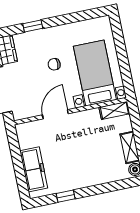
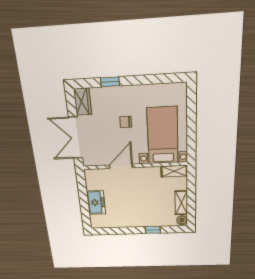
freezer: (34, 169) -> (96, 202), width x0.71
window: (66, 196) -> (153, 230), moved

